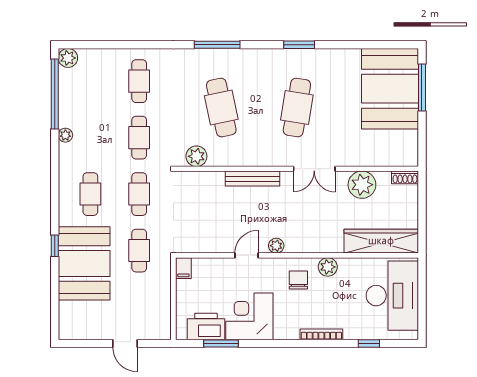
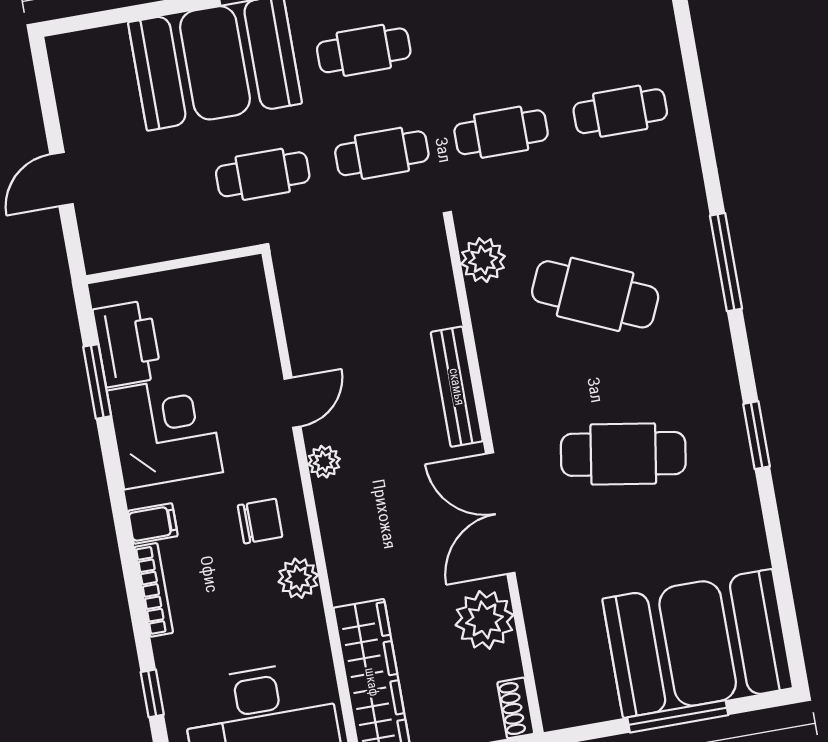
window: (422, 87) -> (678, 716), moved
cafe table: (221, 107) -> (595, 294), turned 36
double door: (314, 169) -> (500, 513), width x1.37
door: (247, 255) -> (292, 403), hinge flipped
filing cabinet: (183, 268) -> (153, 523), moved, turned 180

